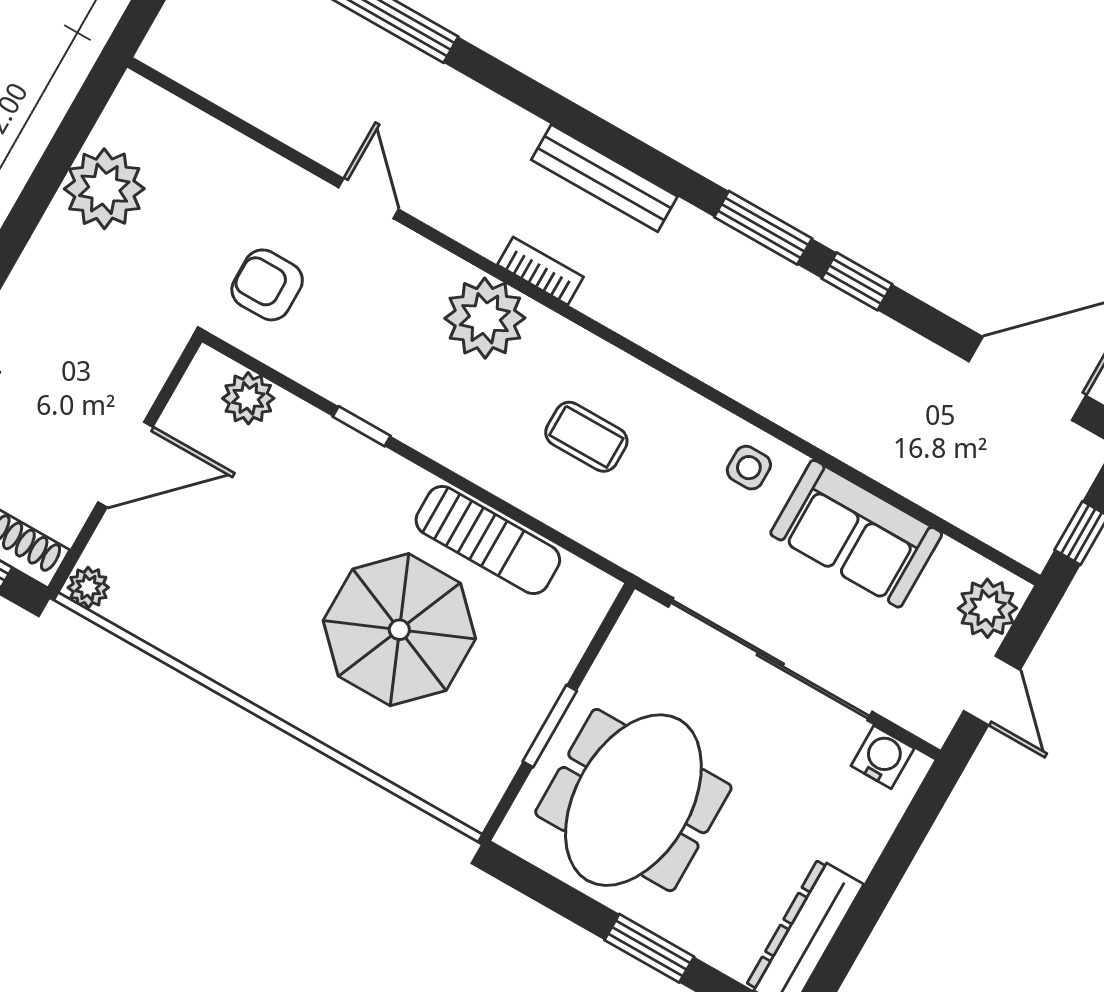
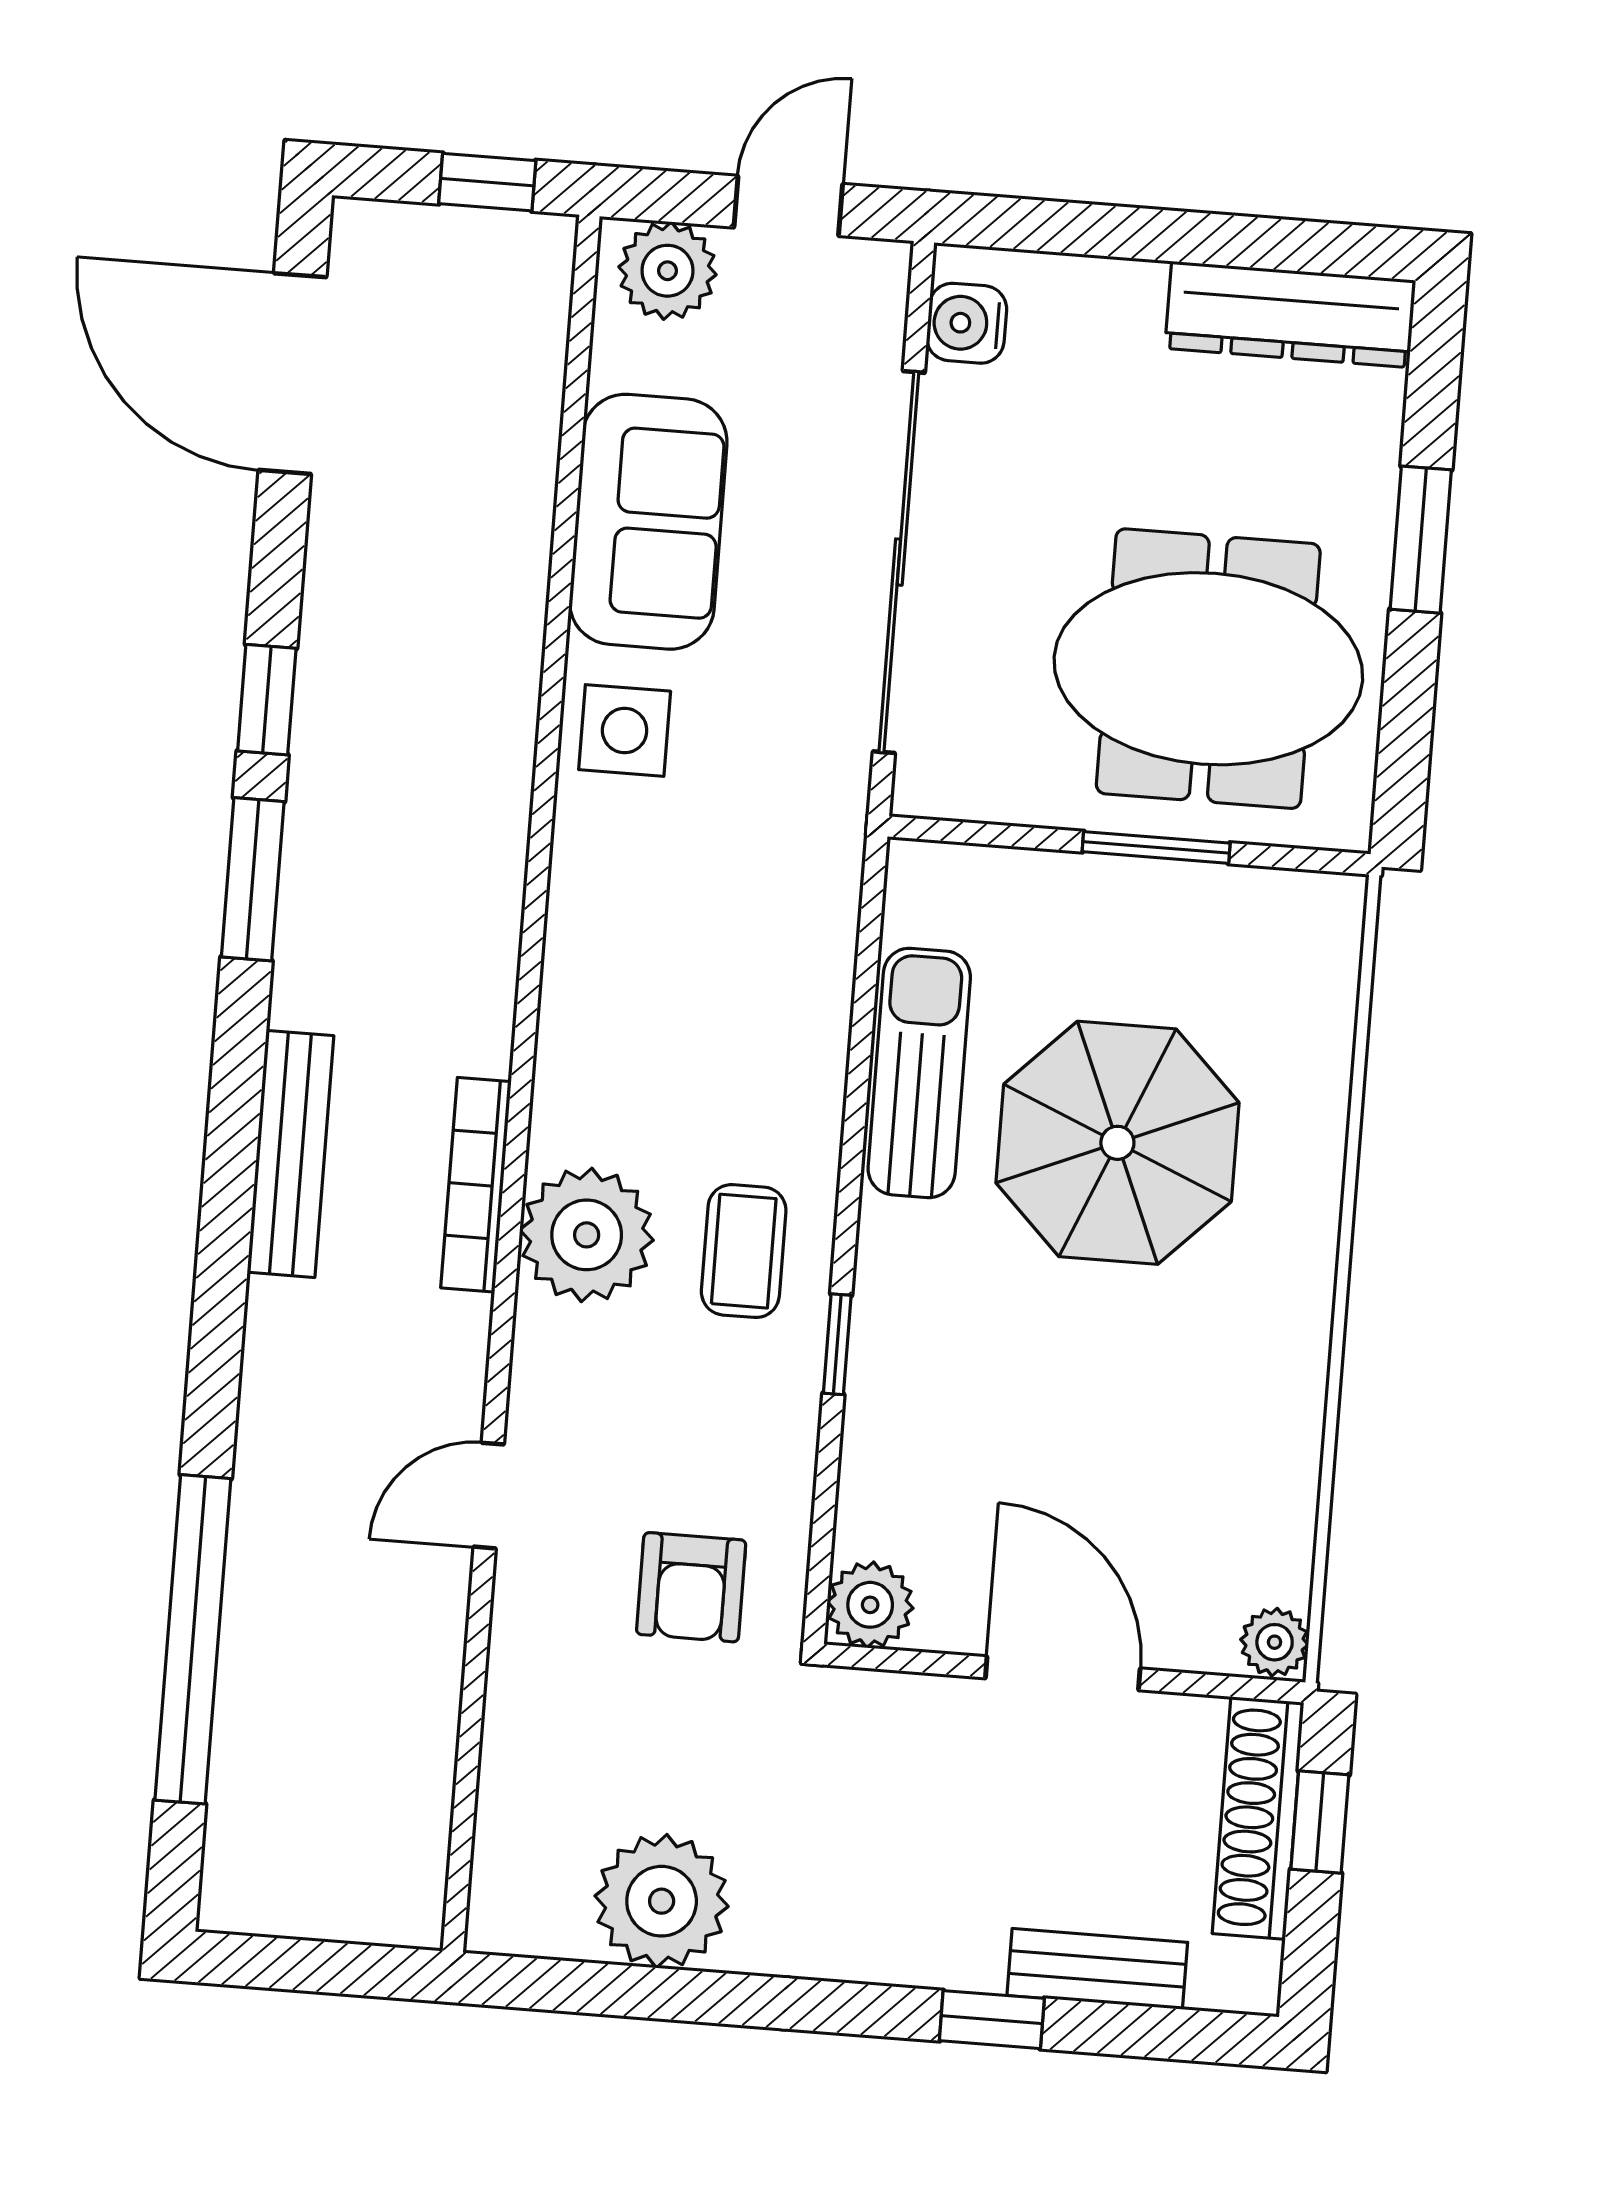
bookcase: (540, 271) -> (476, 1185), width x1.56
plant: (248, 398) -> (870, 1605), moved
coffee table: (586, 437) -> (744, 1251), moved
side table: (749, 468) -> (625, 730), width x1.37, depth x1.37

